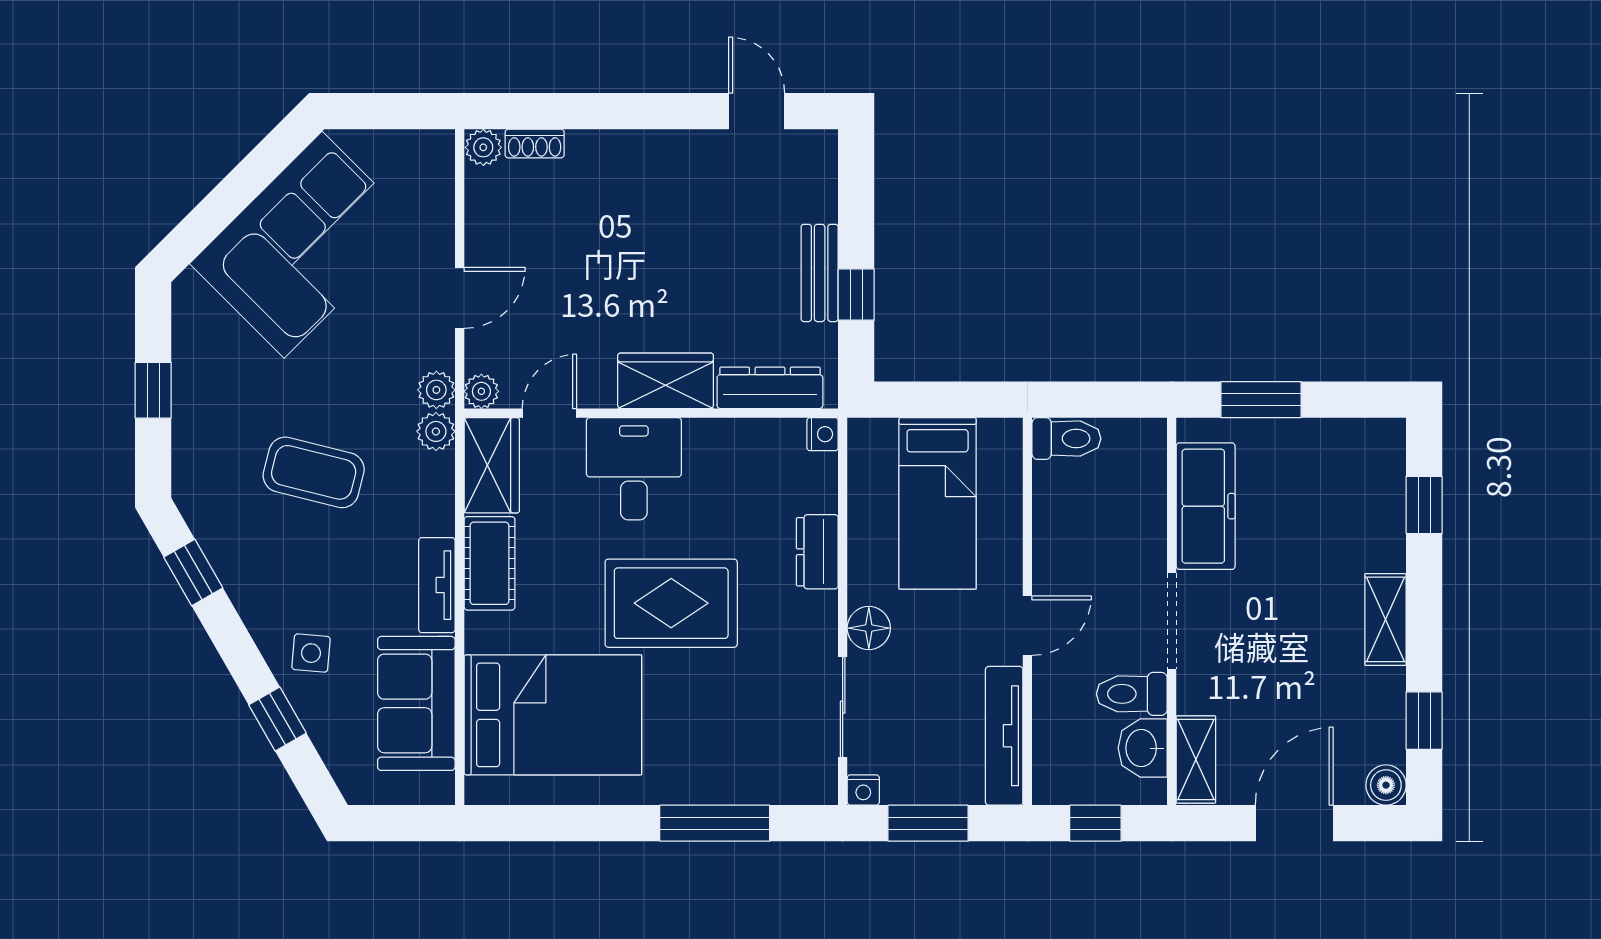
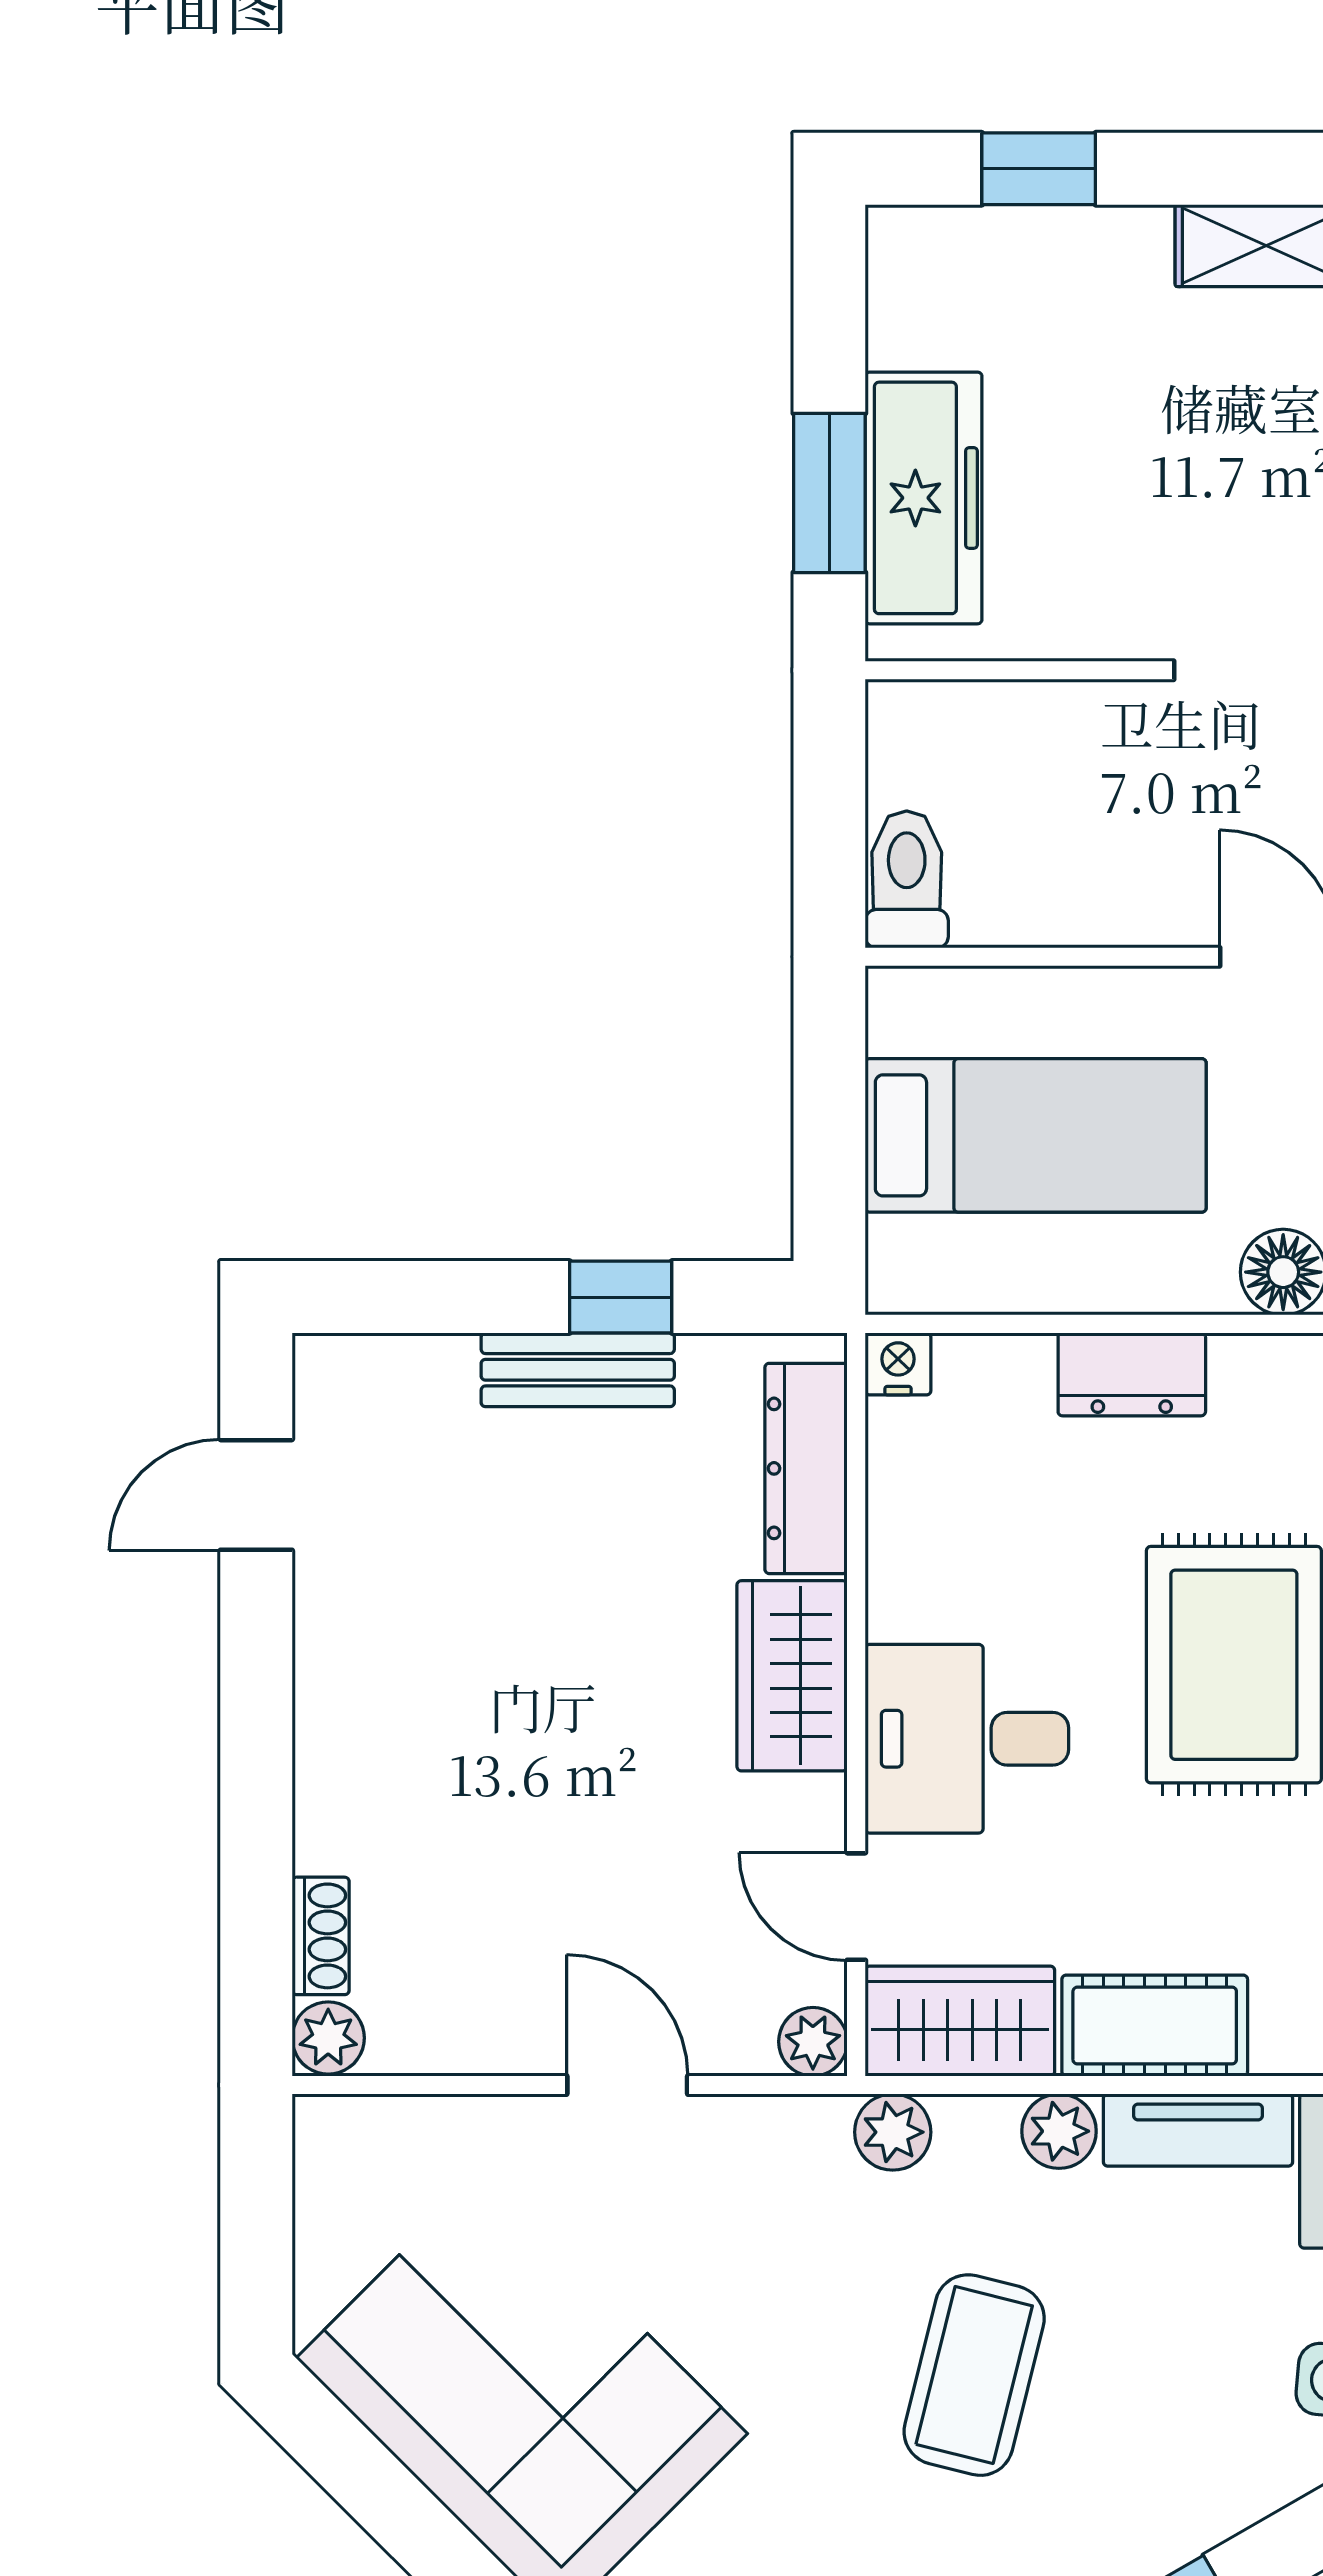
plant: (436, 390) -> (1059, 2131), moved
freezer: (1206, 506) -> (924, 498), moved, turned 90

